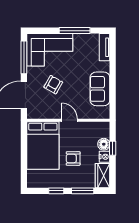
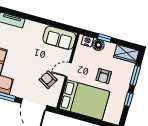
armchair: (53, 85) -> (48, 80), moved
sofa: (100, 89) -> (59, 38), moved
nightstand: (105, 157) -> (87, 41), moved

